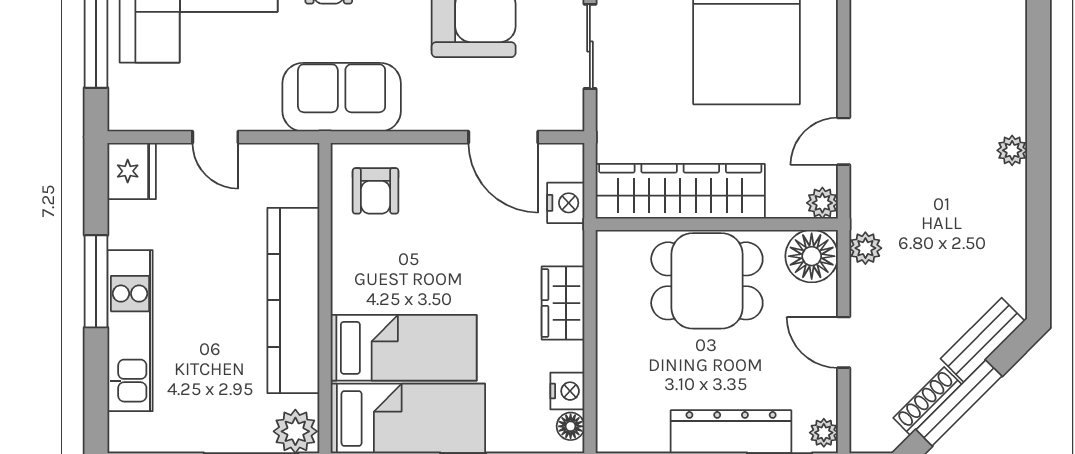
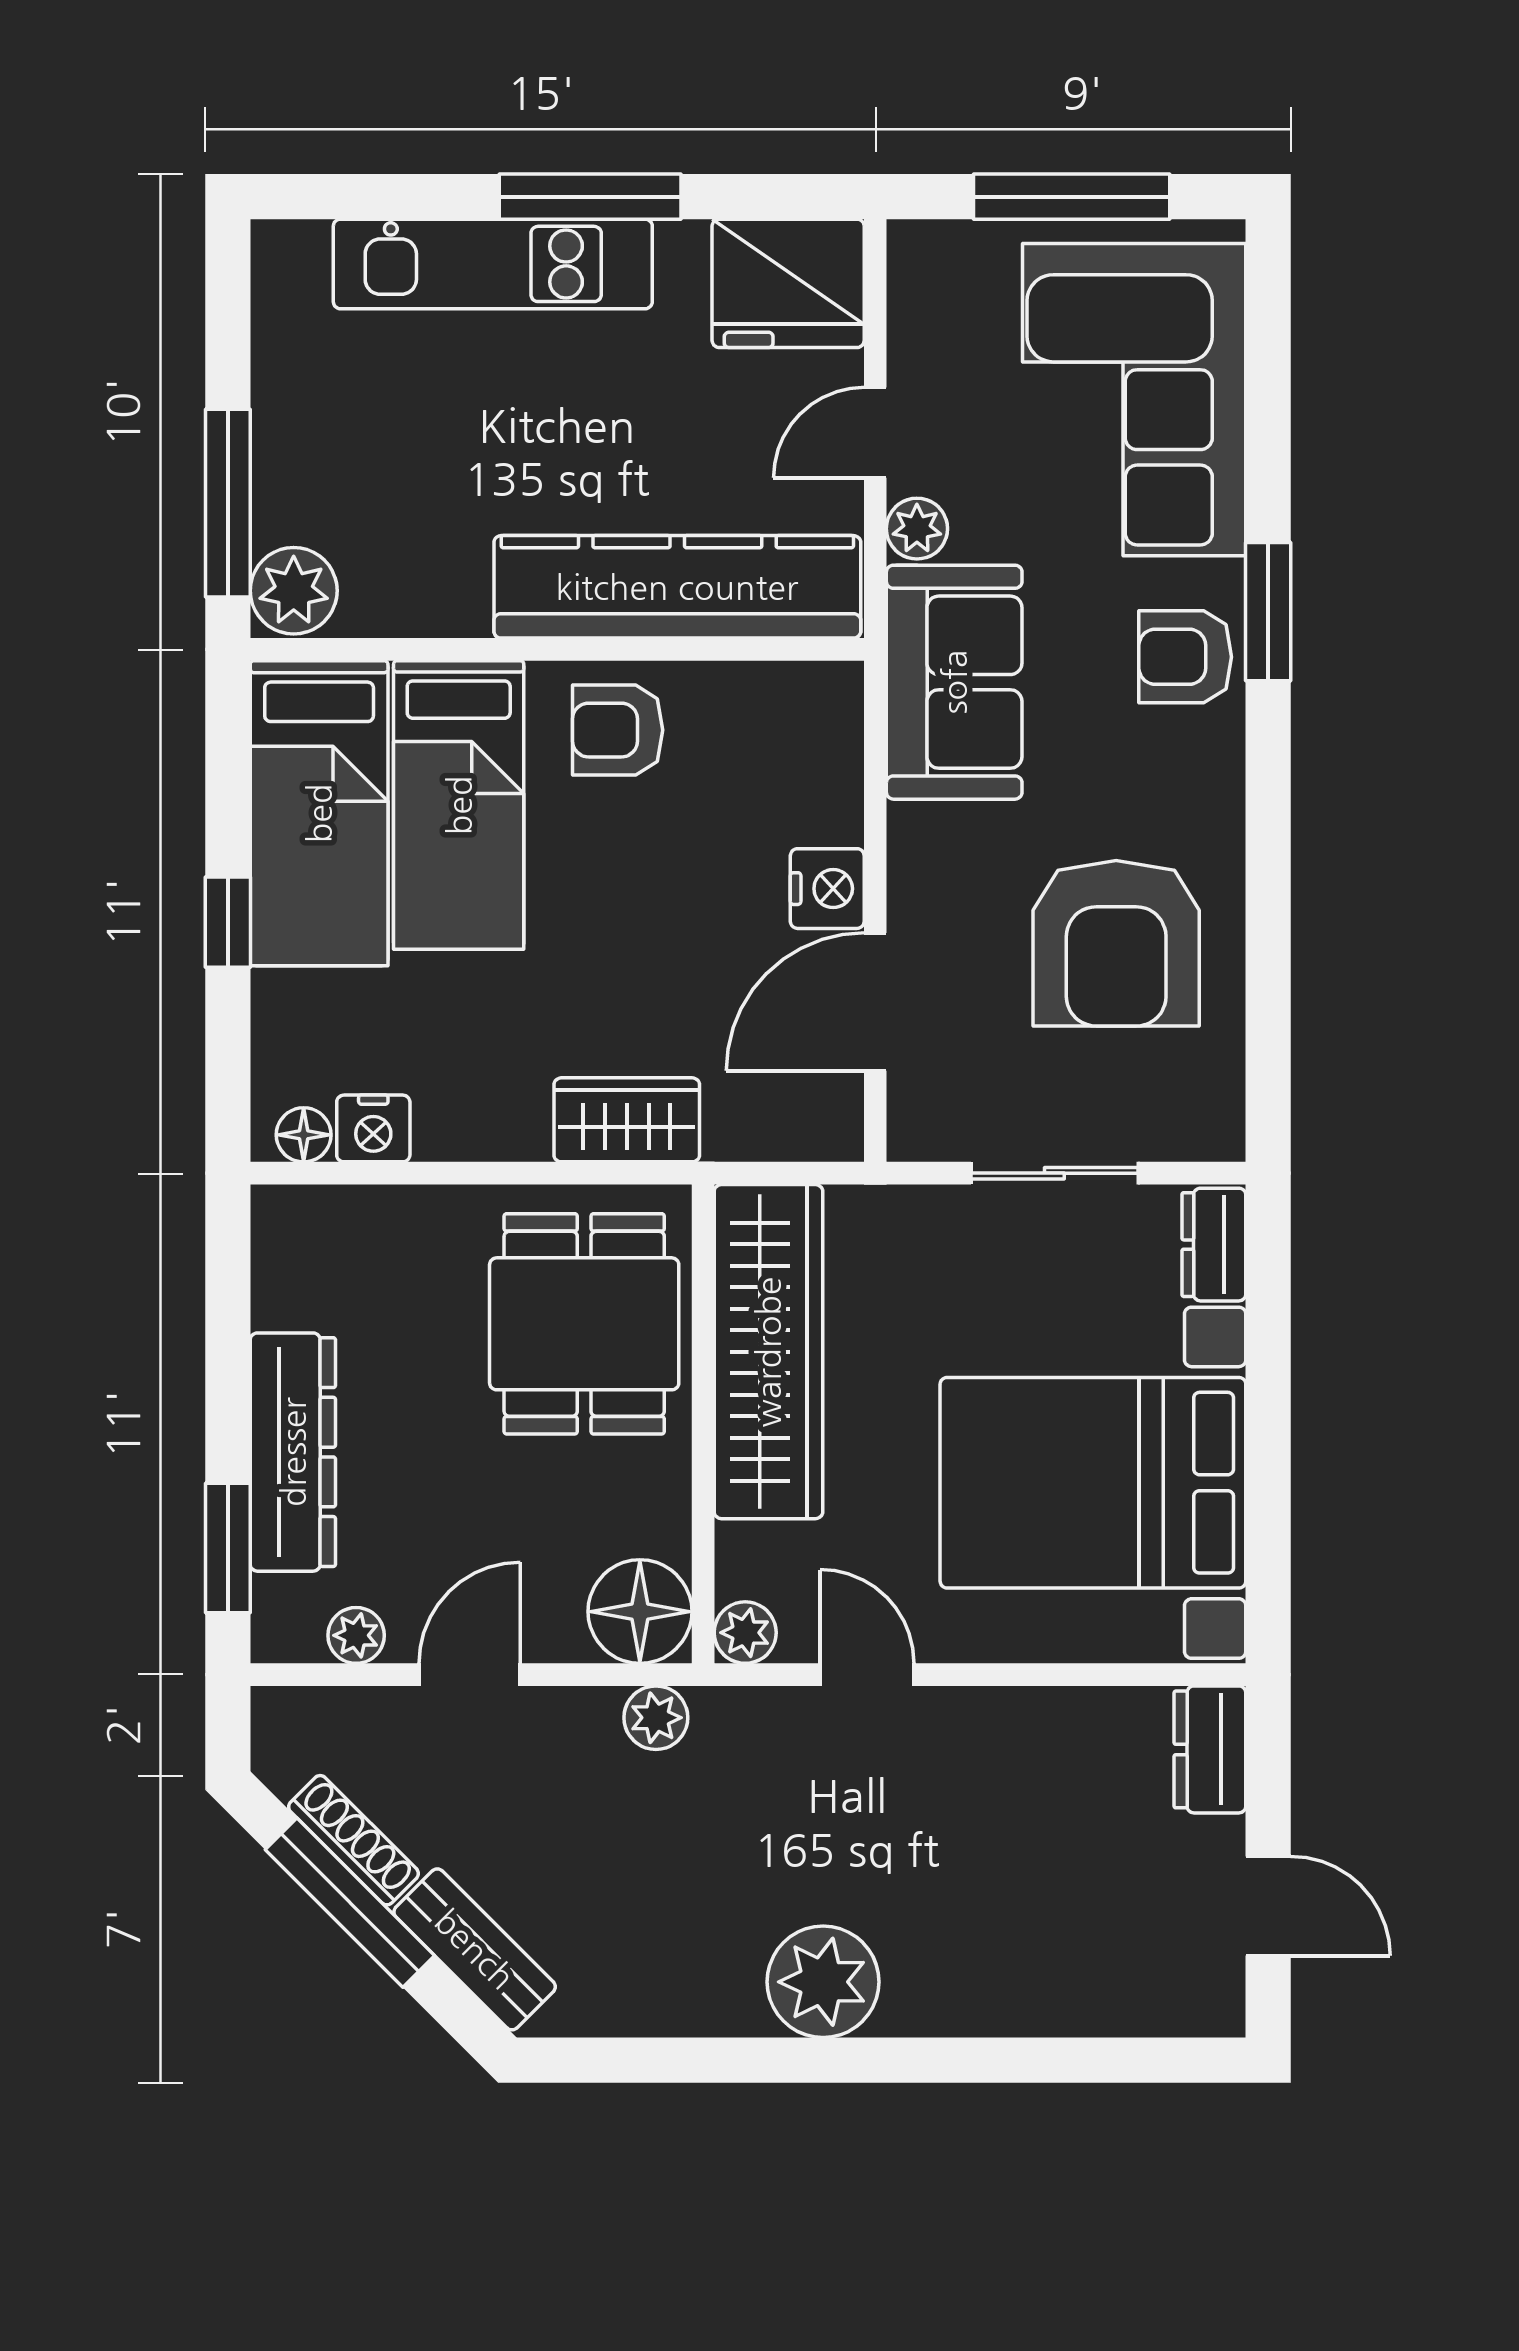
plant: (264, 116) -> (917, 529), added
plant: (1012, 150) -> (823, 1982), width x1.88, depth x1.88
fridge: (132, 171) -> (788, 283), width x1.36, depth x1.34
armchair: (376, 191) -> (618, 730), moved
nightstand: (566, 203) -> (827, 889), moved, turned -90
dining table: (707, 281) -> (584, 1324), moved
kitchen counter: (293, 300) -> (677, 587), moved
wardrobe: (563, 303) -> (627, 1120), moved
plant: (824, 433) -> (356, 1635), moved

